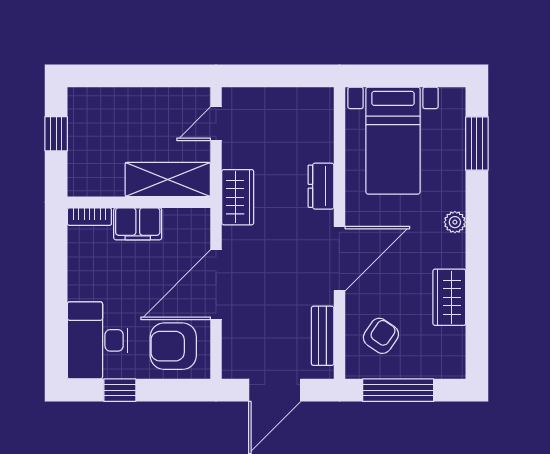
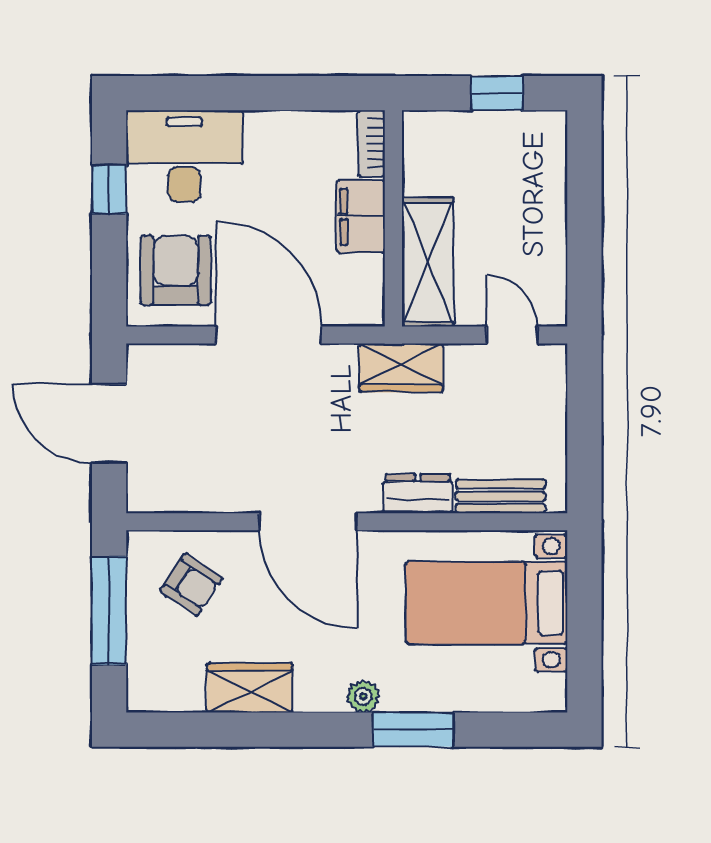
window: (477, 143) -> (413, 730), moved
bench: (323, 336) -> (501, 496), moved

